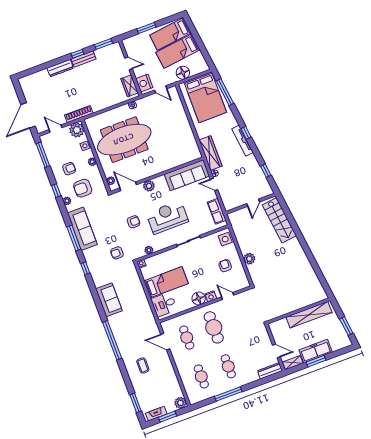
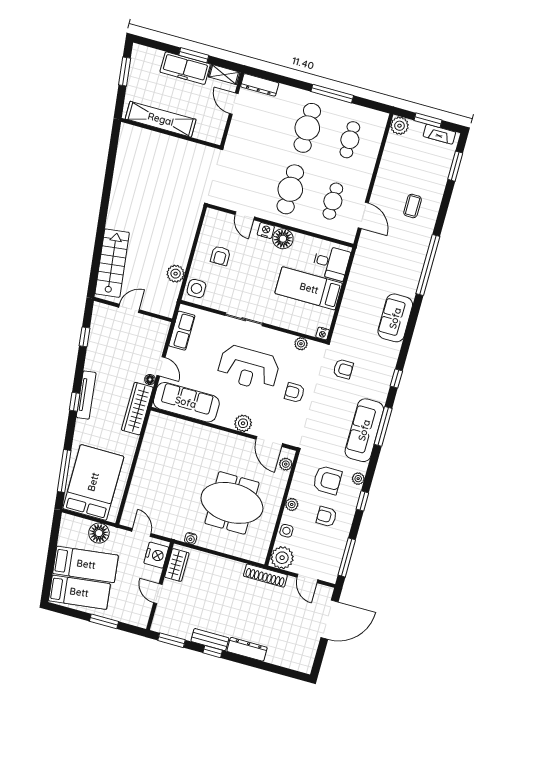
meeting table: (124, 140) -> (232, 503), width x0.73
plant: (249, 259) -> (176, 274), moved
cafe table: (228, 366) -> (307, 128), width x1.37, depth x1.35

